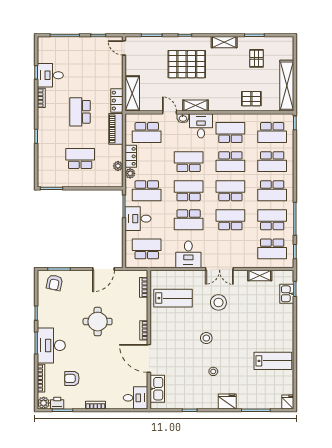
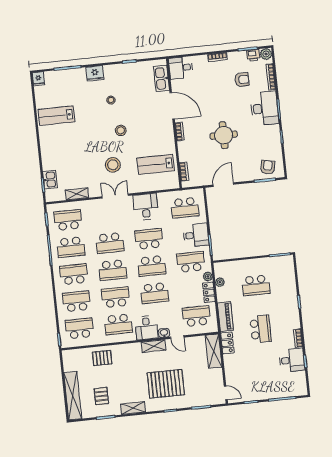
shelving: (287, 86) -> (73, 396), moved

